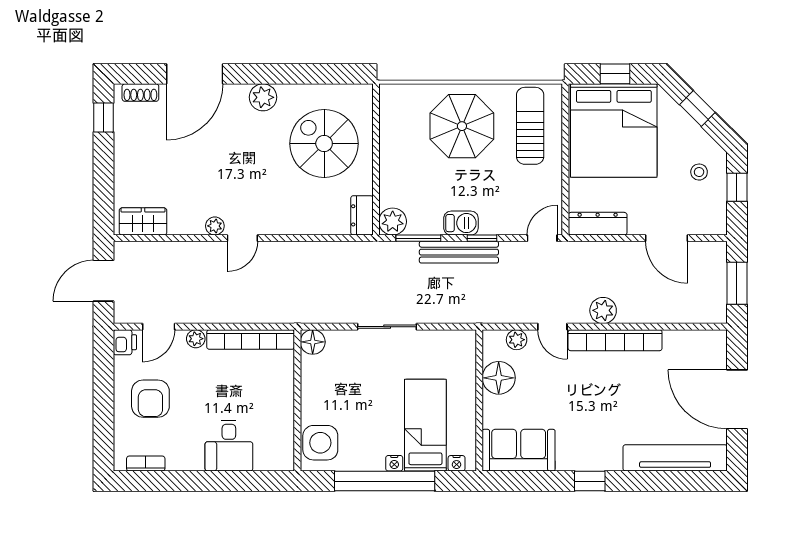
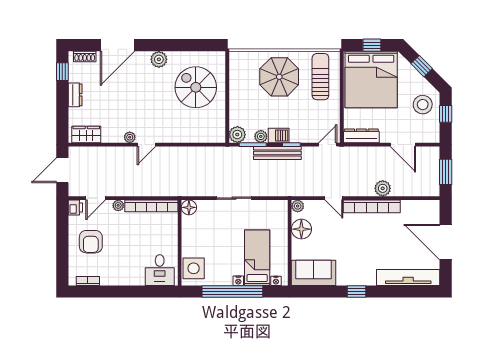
stool: (699, 172) -> (423, 105), width x1.89, depth x1.89
dresser: (362, 215) -> (75, 95), moved, turned 180
plant: (431, 225) -> (261, 136), added
plant: (603, 310) -> (383, 188), moved
plant: (517, 340) -> (298, 206), moved
desk: (229, 446) -> (160, 270), moved

